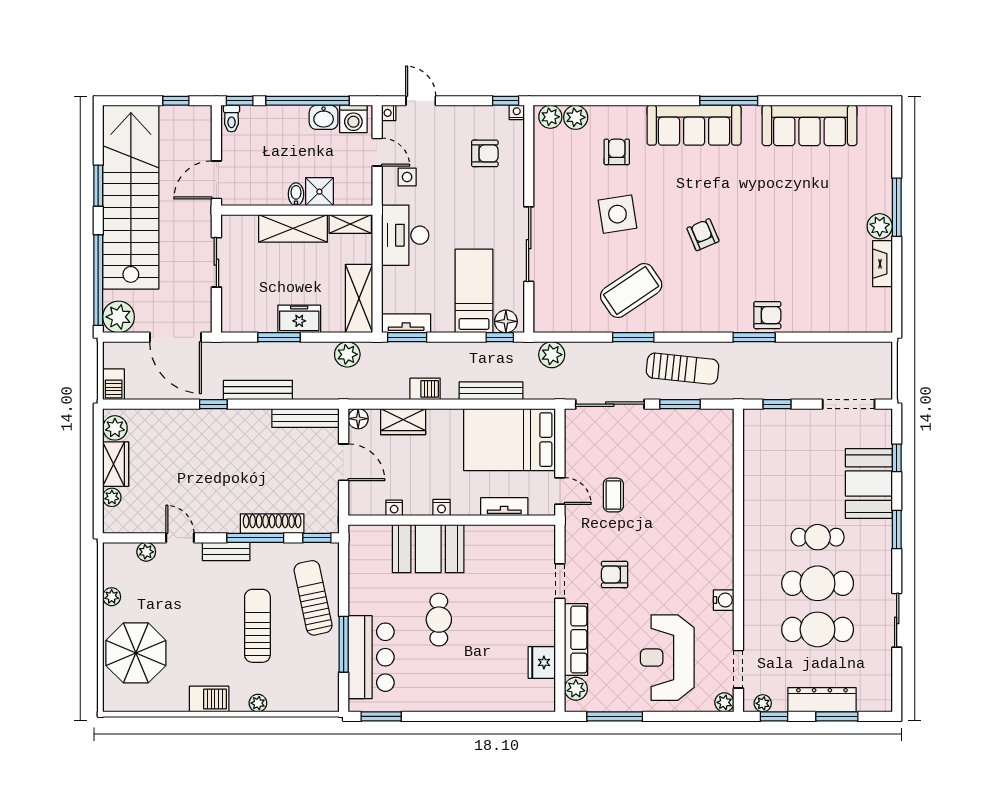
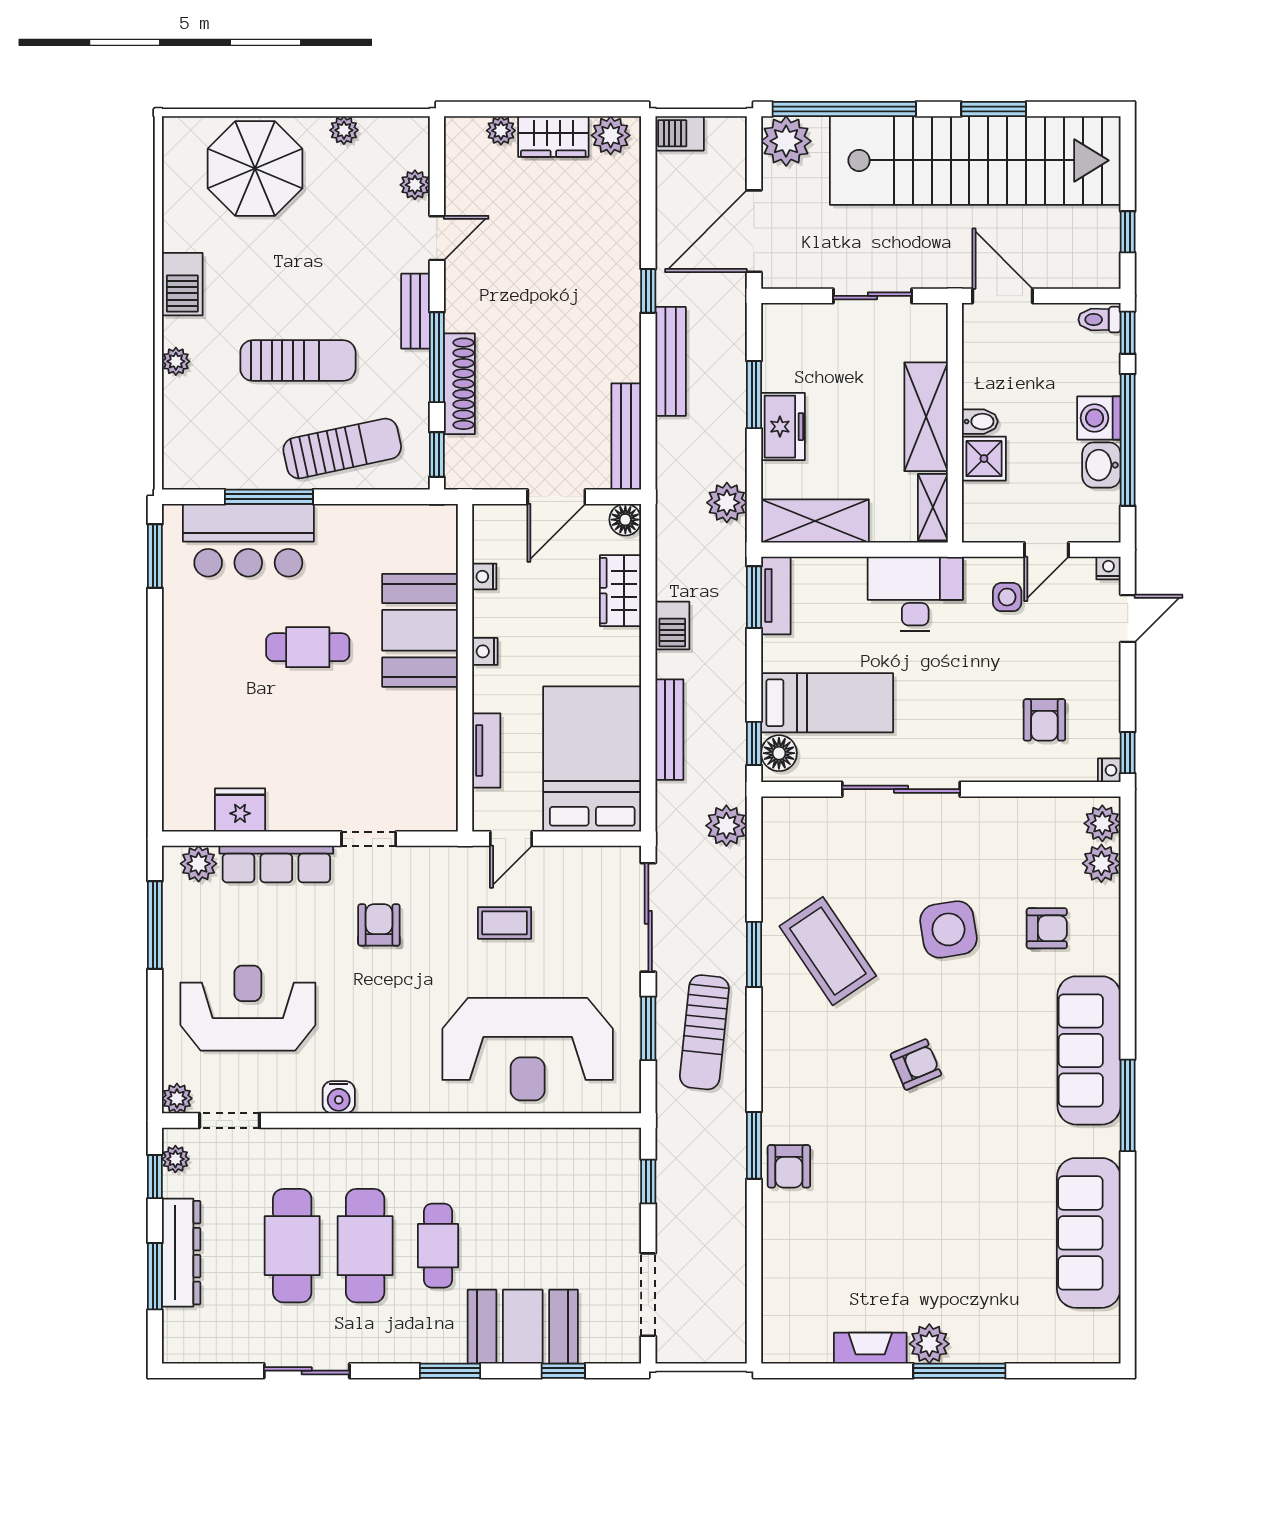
washing machine: (353, 119) -> (1099, 418), moved
reception desk: (693, 480) -> (528, 1049), added

